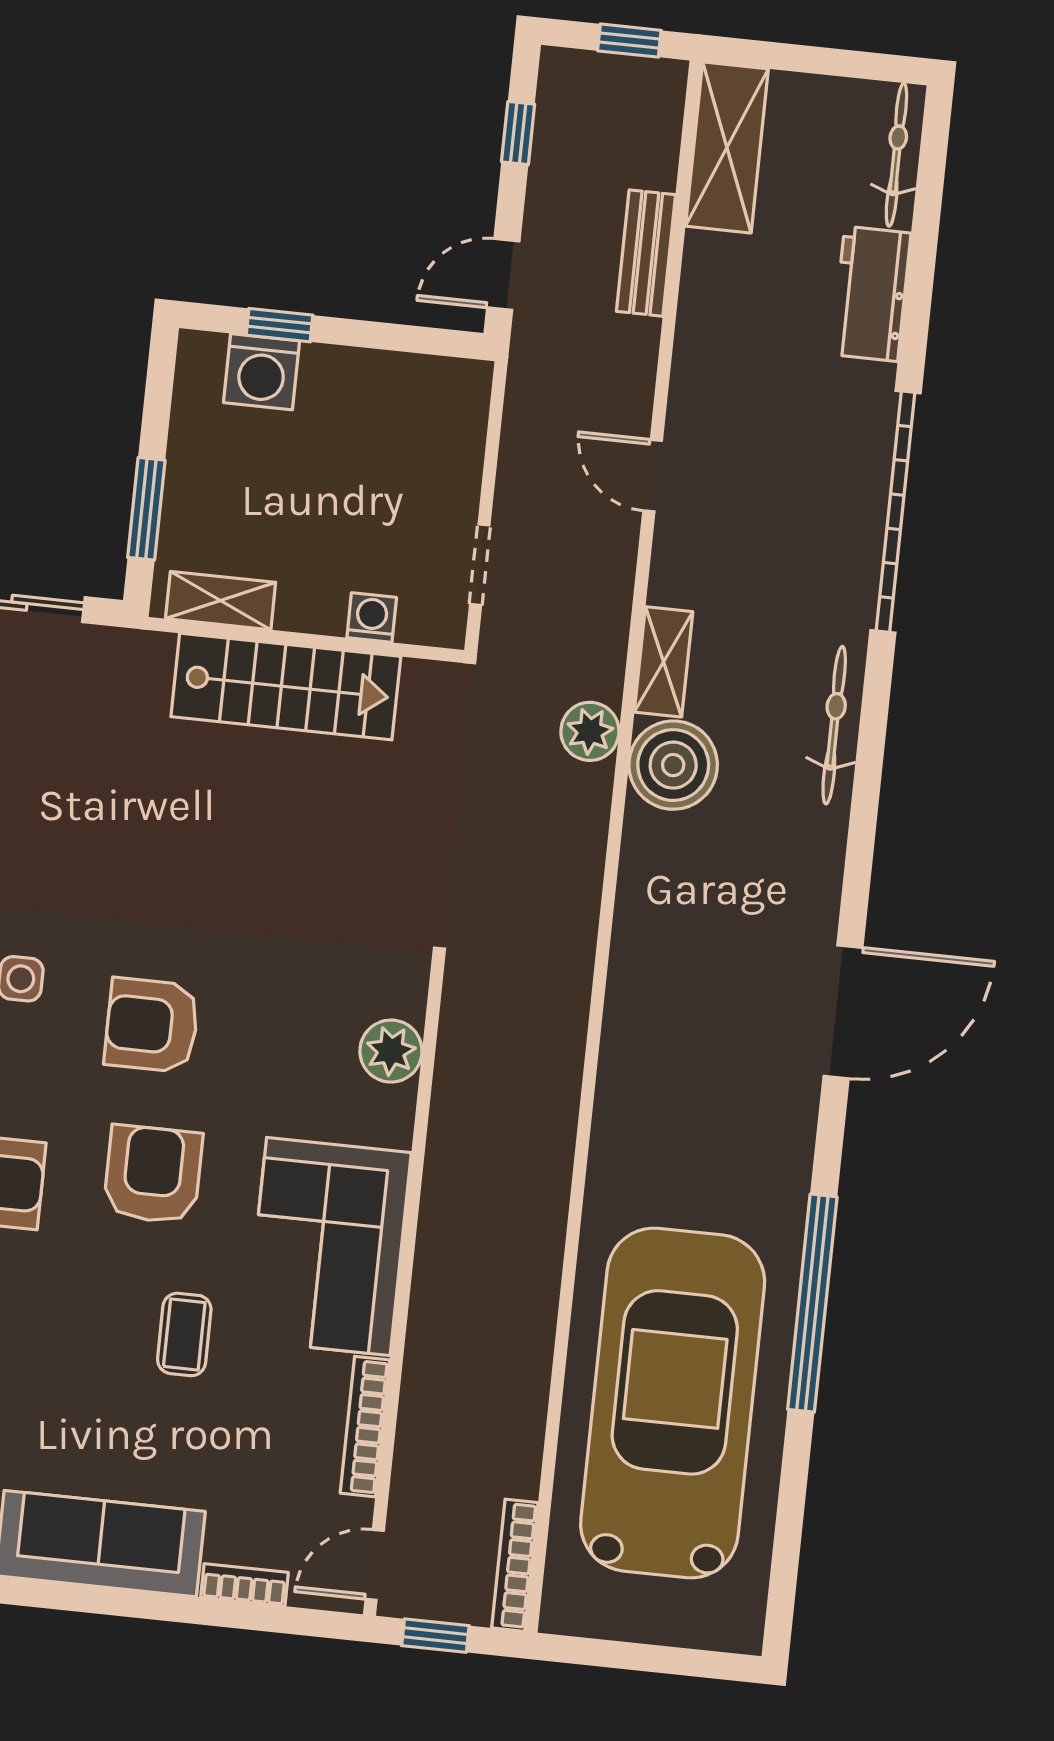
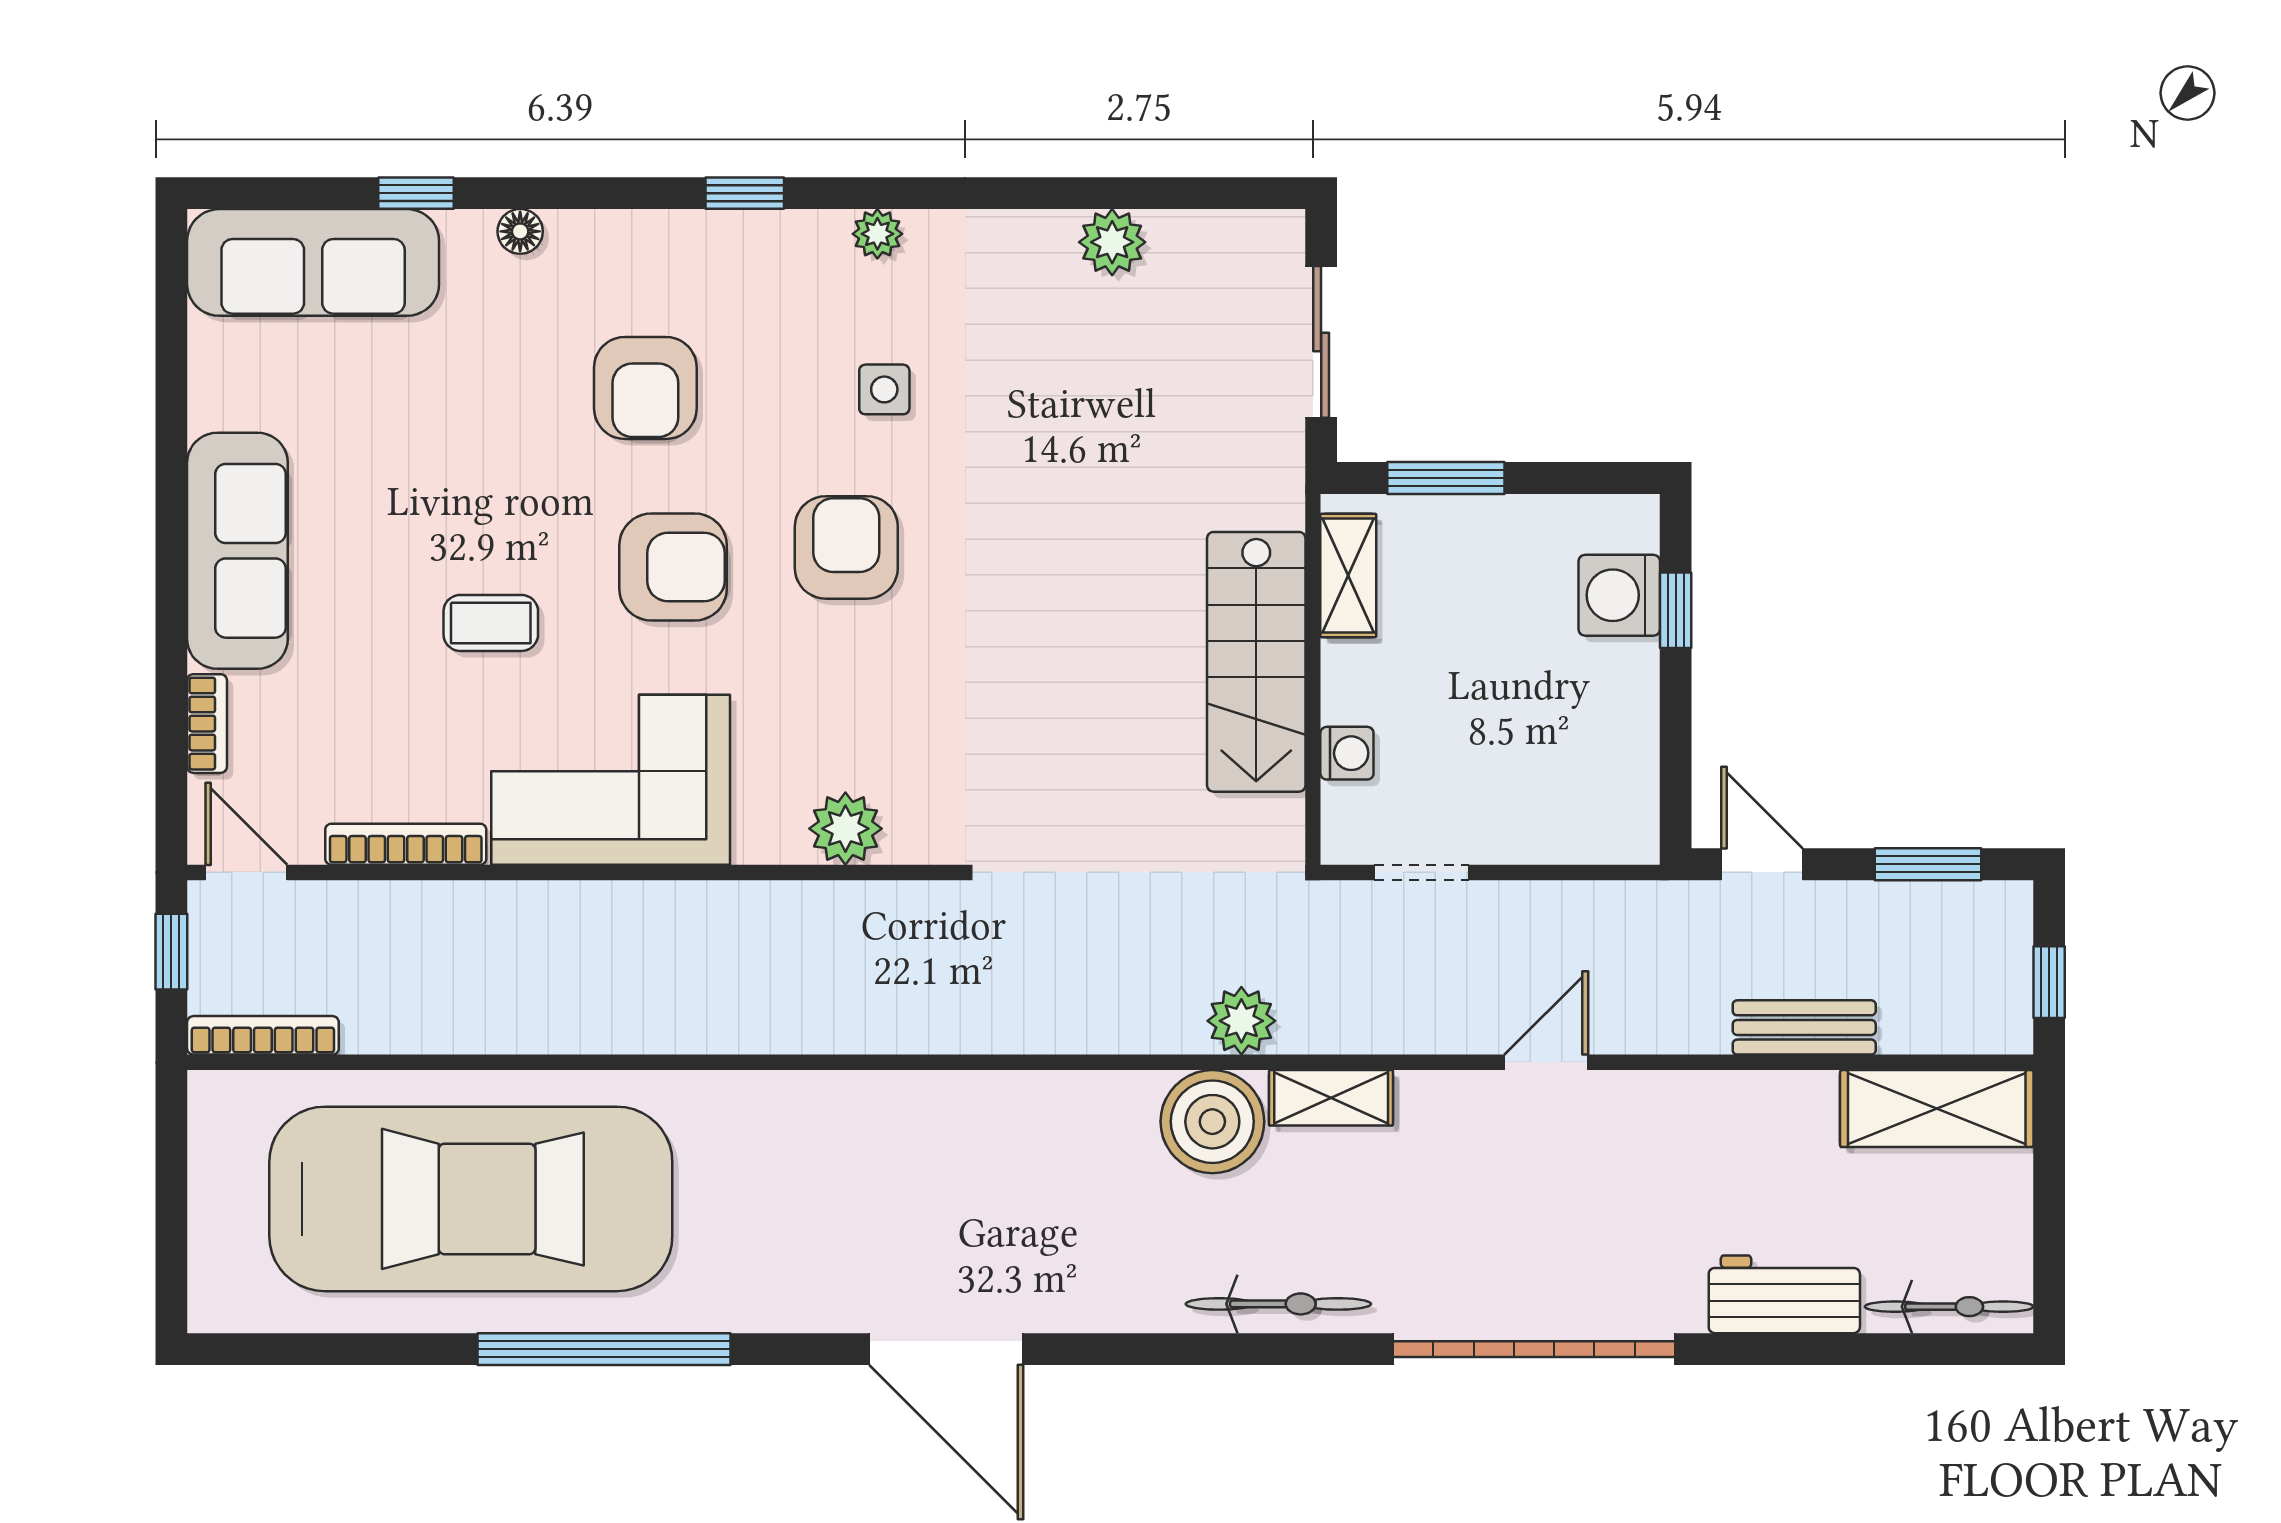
window: (518, 133) -> (1928, 864), width x1.50

